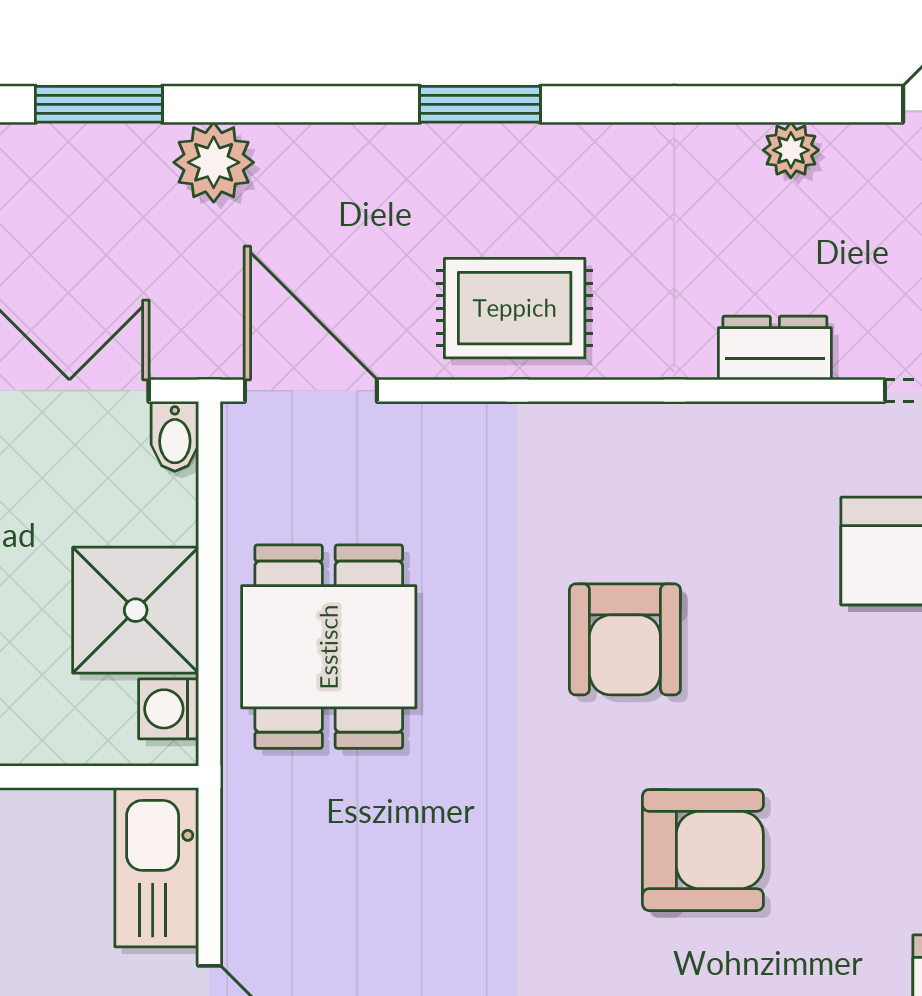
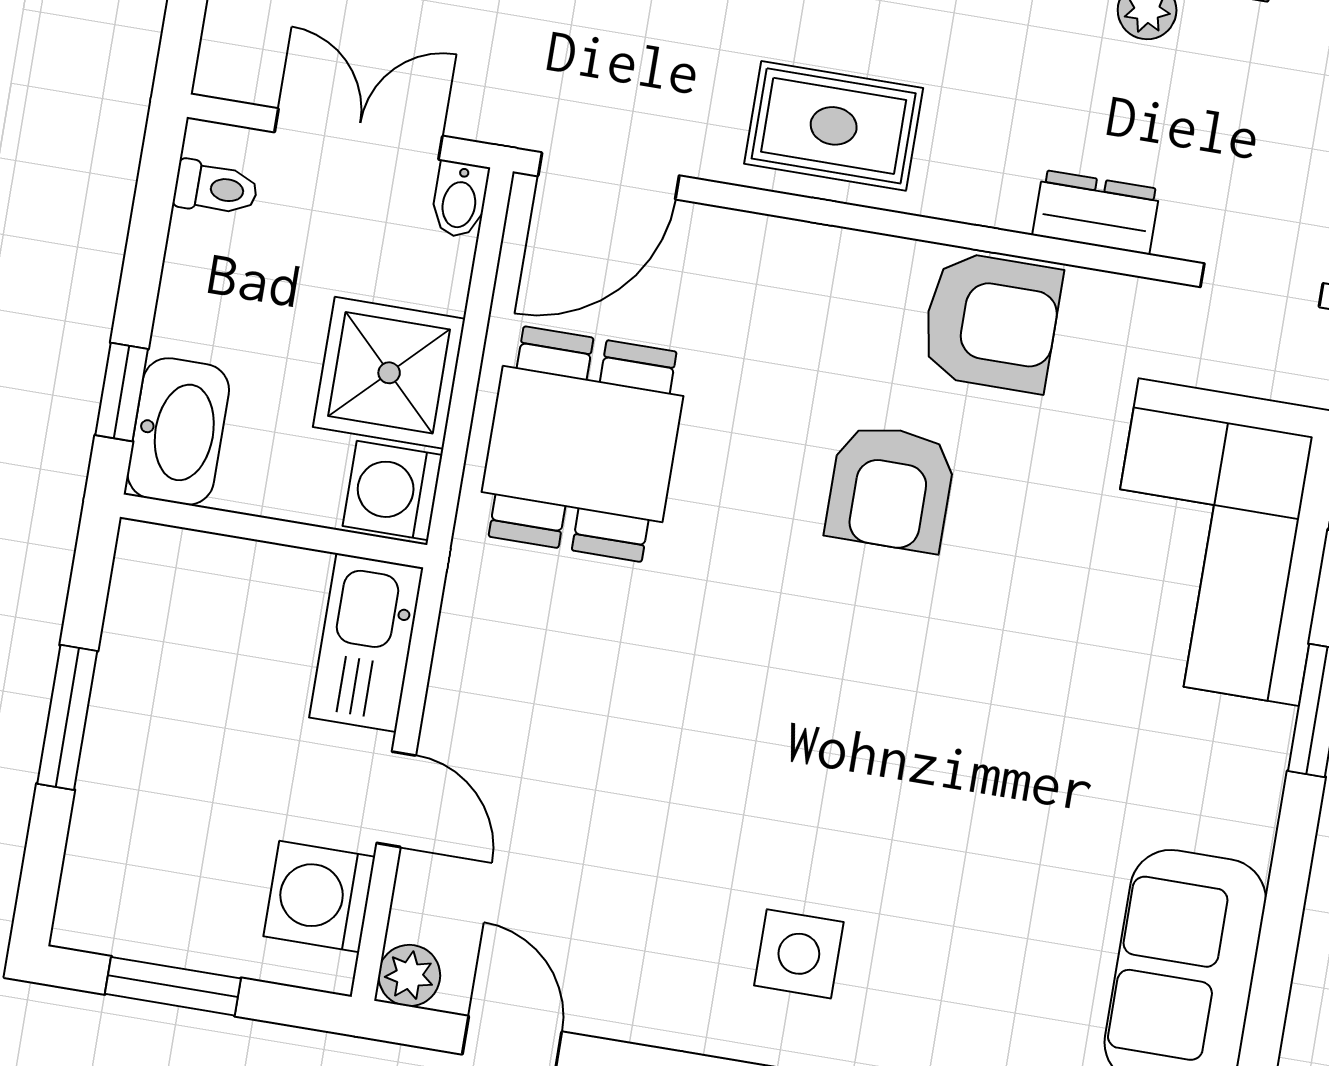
door: (311, 391) -> (609, 176), swing flipped
washing machine: (169, 709) -> (392, 490), width x1.38, depth x1.38
armchair: (703, 850) -> (991, 322), moved

